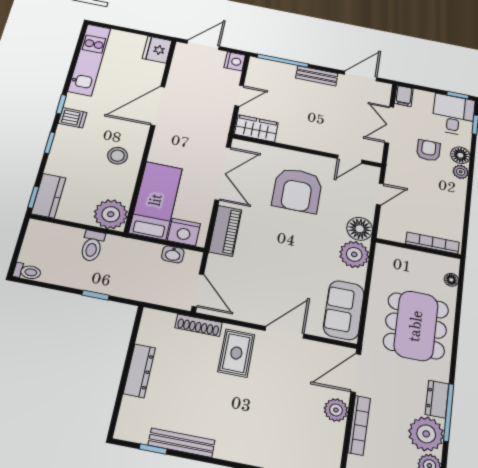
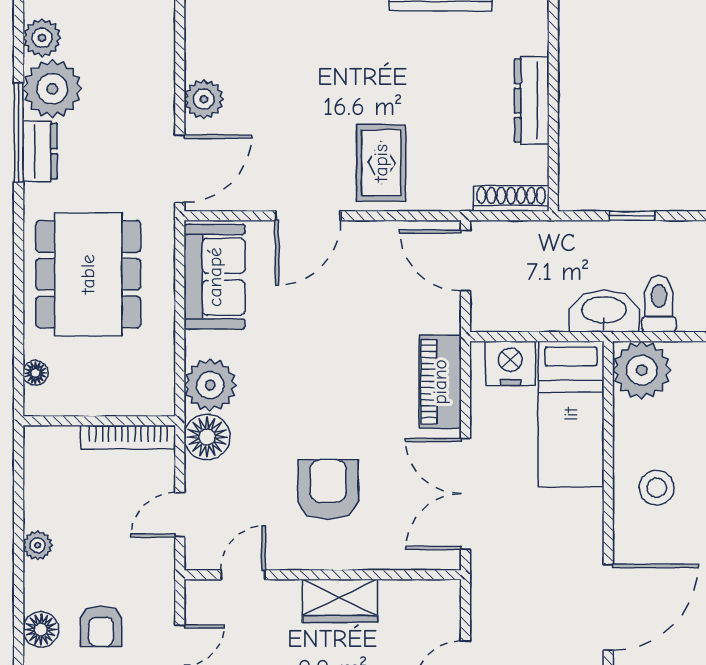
wardrobe: (256, 128) -> (340, 601), moved
plant: (461, 172) -> (38, 545), moved
armchair: (297, 190) -> (328, 489), width x0.73, depth x0.73
bookcase: (432, 243) -> (128, 437), moved
washbasin: (173, 254) -> (604, 311), moved, width x1.91, depth x1.45
shoe rack: (199, 325) -> (511, 199), moved
bookcase: (359, 425) -> (163, 81), removed

